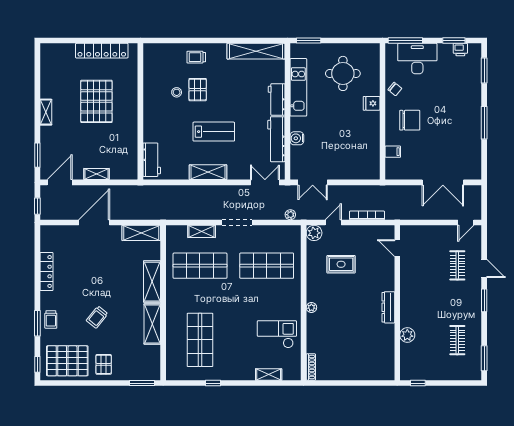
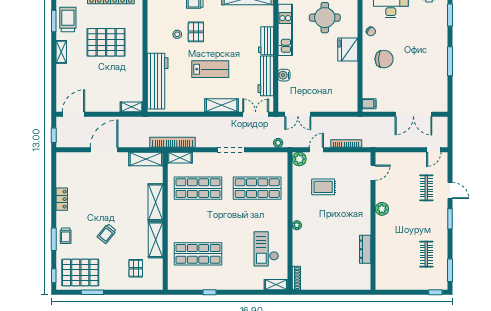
trolley: (53, 76) -> (68, 20), added
pallet: (96, 101) -> (106, 42), turned 90
fridge: (372, 103) -> (348, 50), width x1.88, depth x1.34
filing cabinet: (393, 152) -> (369, 104), moved
window: (37, 155) -> (54, 21), moved
workbench: (152, 160) -> (158, 81), width x1.88, depth x1.32
shelving: (208, 172) -> (222, 105), moved
shelving: (96, 174) -> (132, 107), moved
bookcase: (171, 214) -> (173, 142), added
shelving: (202, 231) -> (180, 158), moved
door: (397, 248) -> (373, 173), swing flipped
locker: (46, 271) -> (62, 199), width x0.66
dresser: (388, 307) -> (365, 249), moved
checkout: (277, 334) -> (266, 249), turned -90
plant: (407, 335) -> (382, 209), moved
shop shelf: (200, 340) -> (198, 254), turned 90
pallet: (104, 364) -> (136, 268), moved
shelving: (269, 374) -> (276, 285), moved
window: (142, 383) -> (92, 292), moved
window: (418, 383) -> (435, 292), moved

